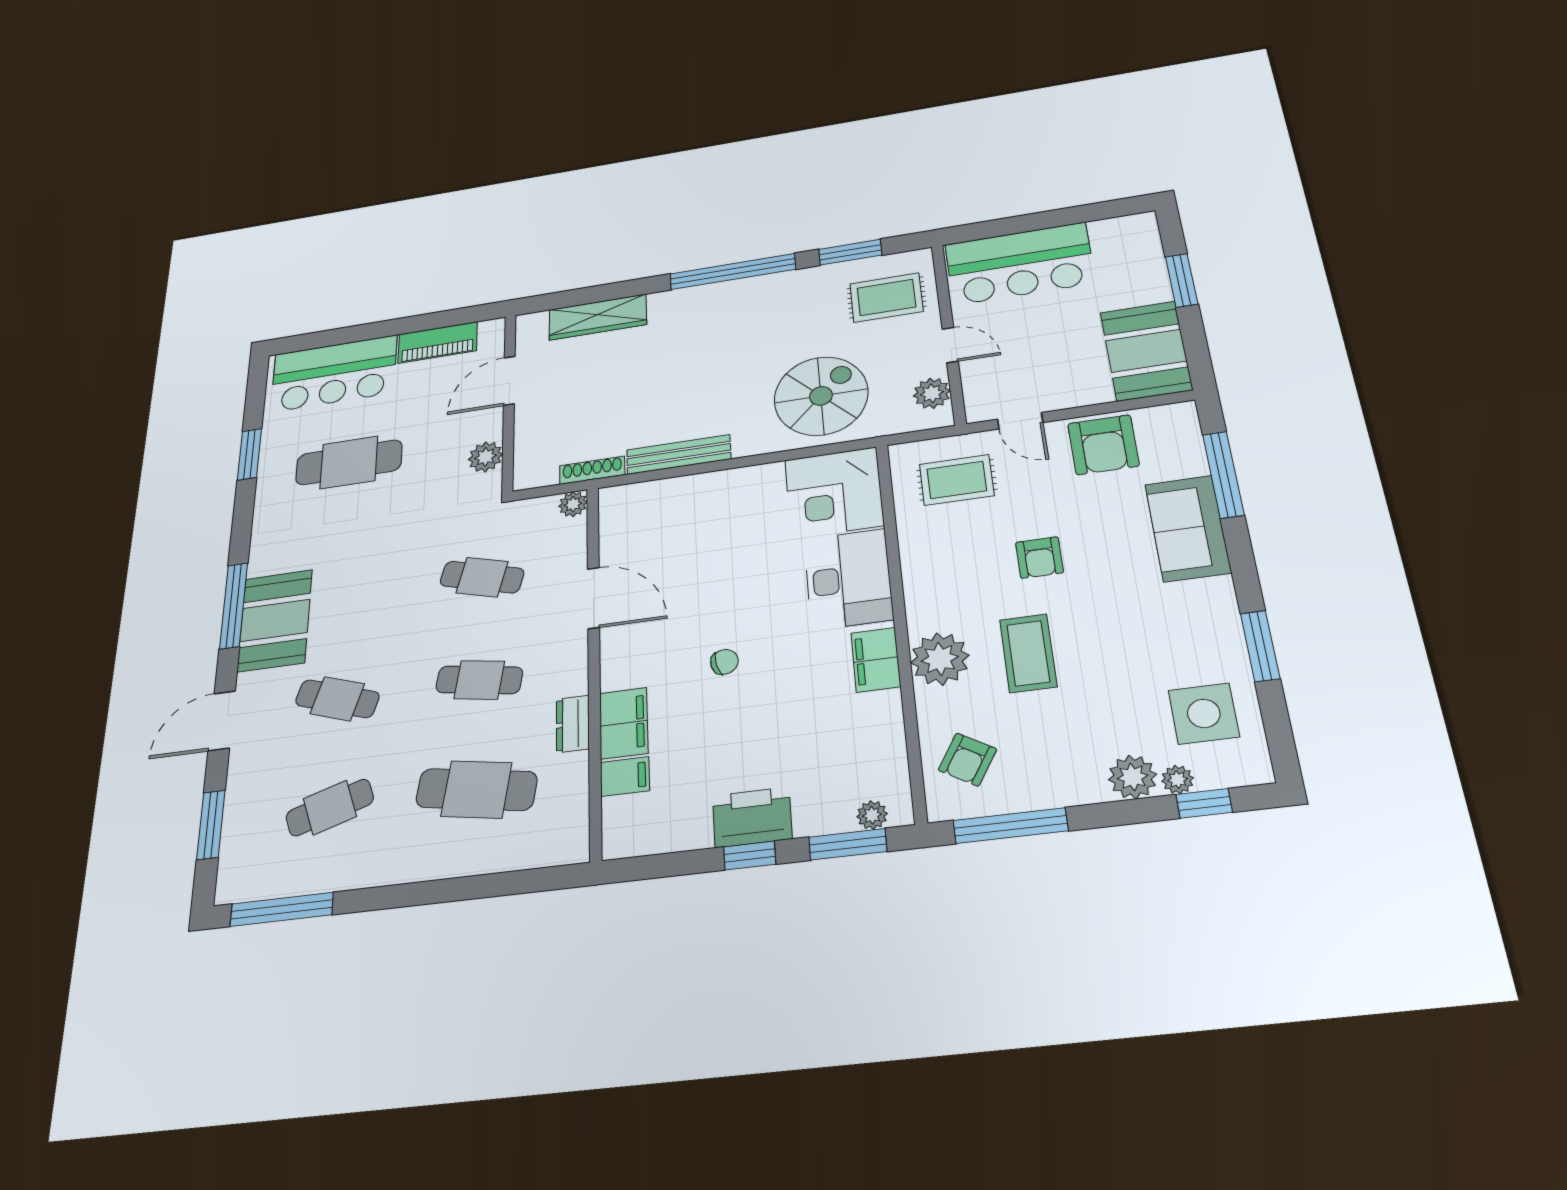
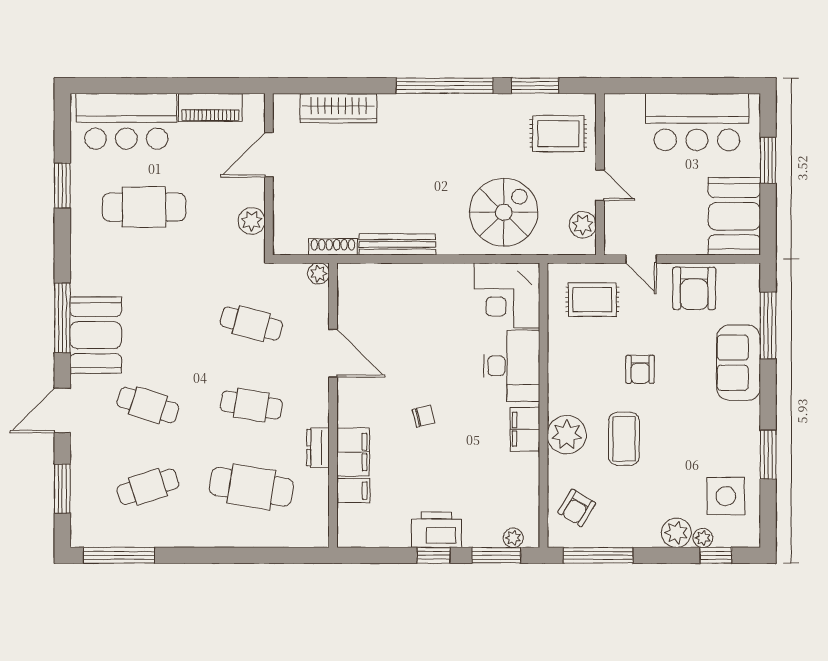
bar counter: (1020, 264) -> (697, 122), moved

